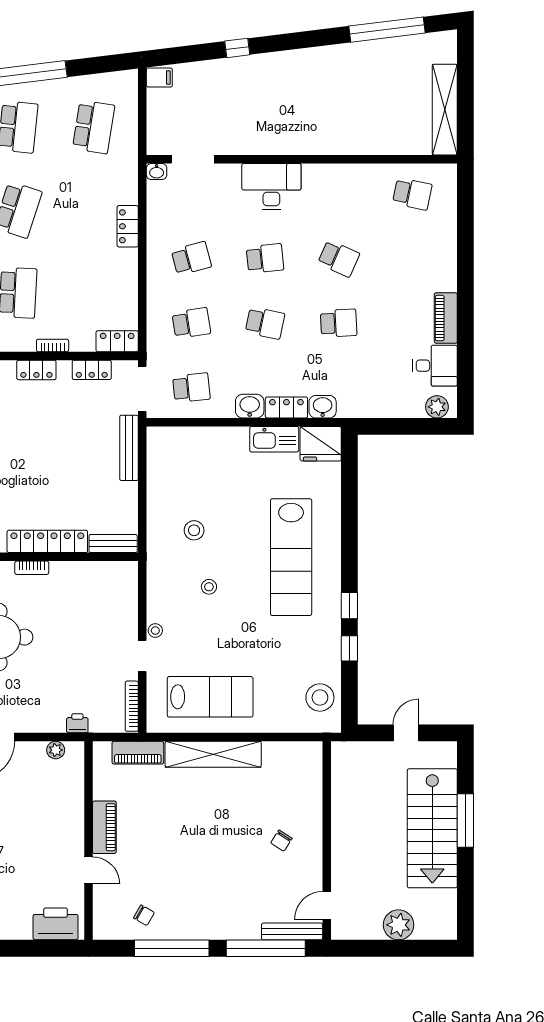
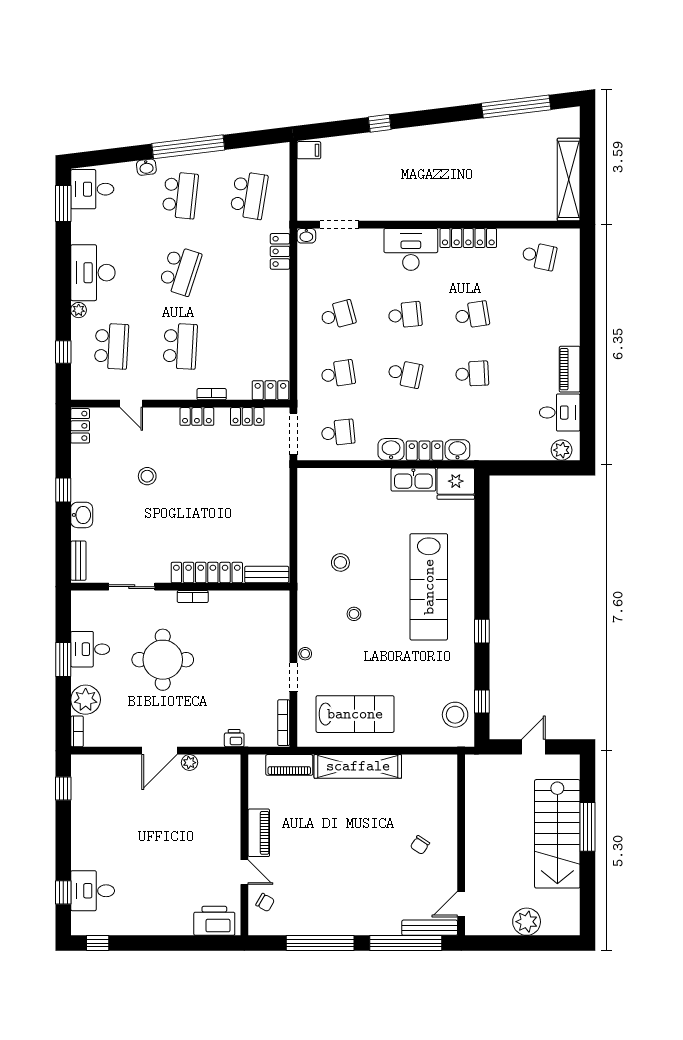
locker: (334, 174) -> (468, 238), added
locker: (128, 226) -> (280, 251), moved
school desk: (339, 258) -> (472, 315), turned -33
bench: (129, 448) -> (281, 487), removed
window: (349, 648) -> (482, 702), moved
plant: (56, 750) -> (189, 763), moved
chair: (144, 915) -> (265, 903), moved

